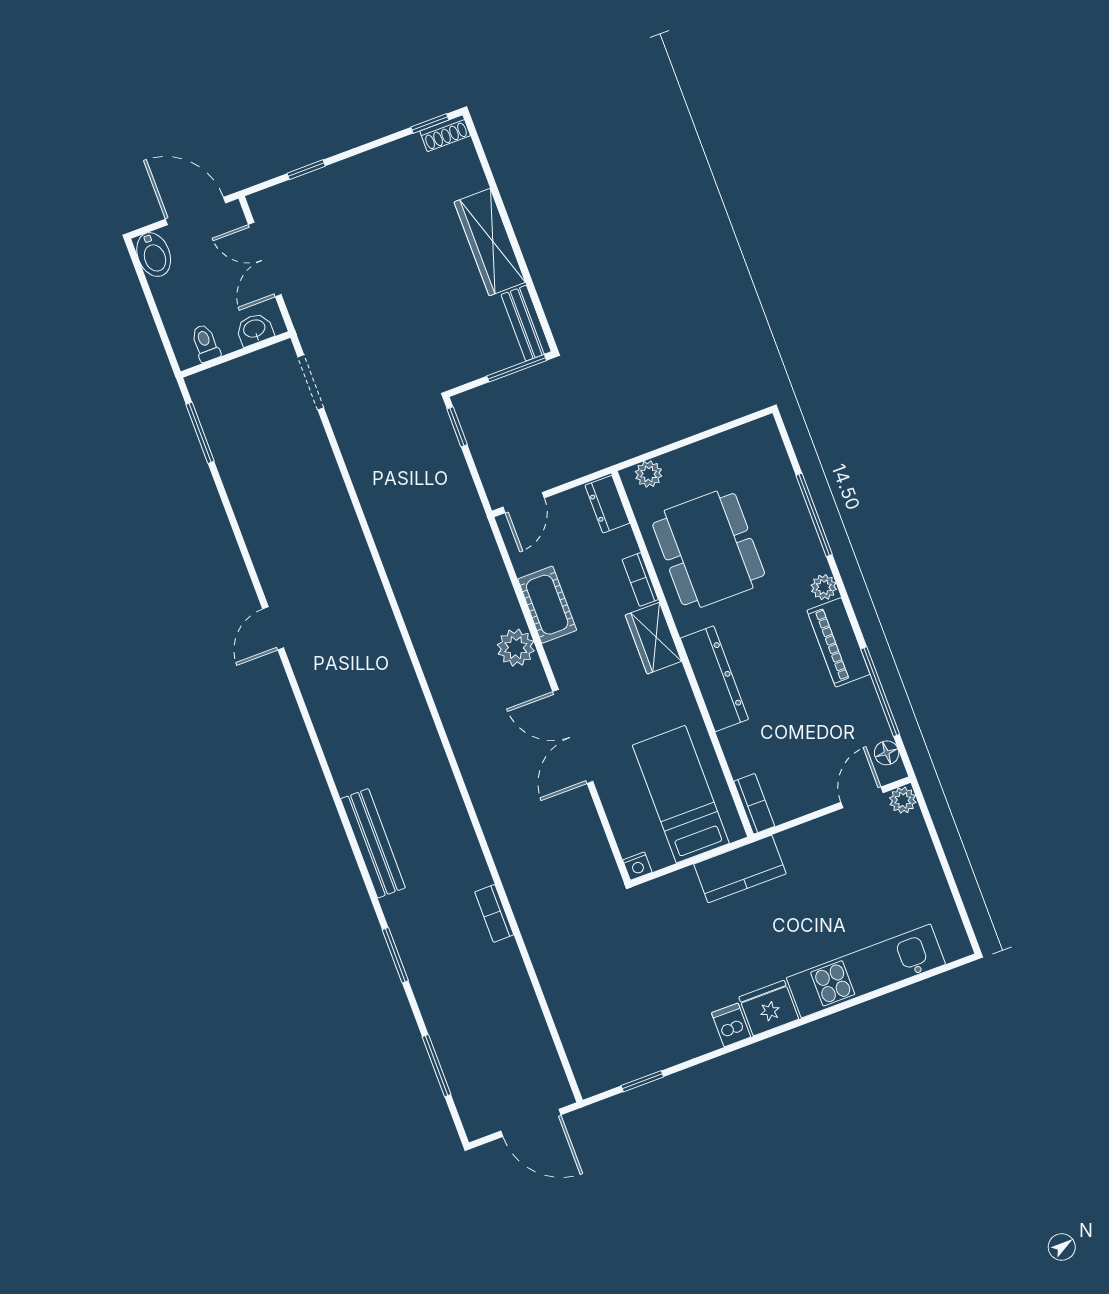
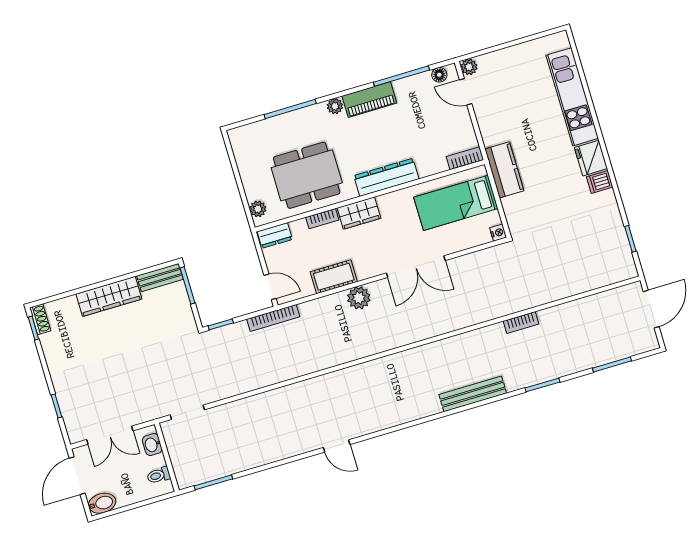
bookcase: (474, 511) -> (273, 318), added

